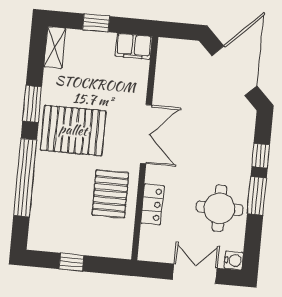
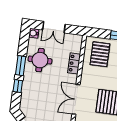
pallet: (110, 194) -> (100, 54), moved

